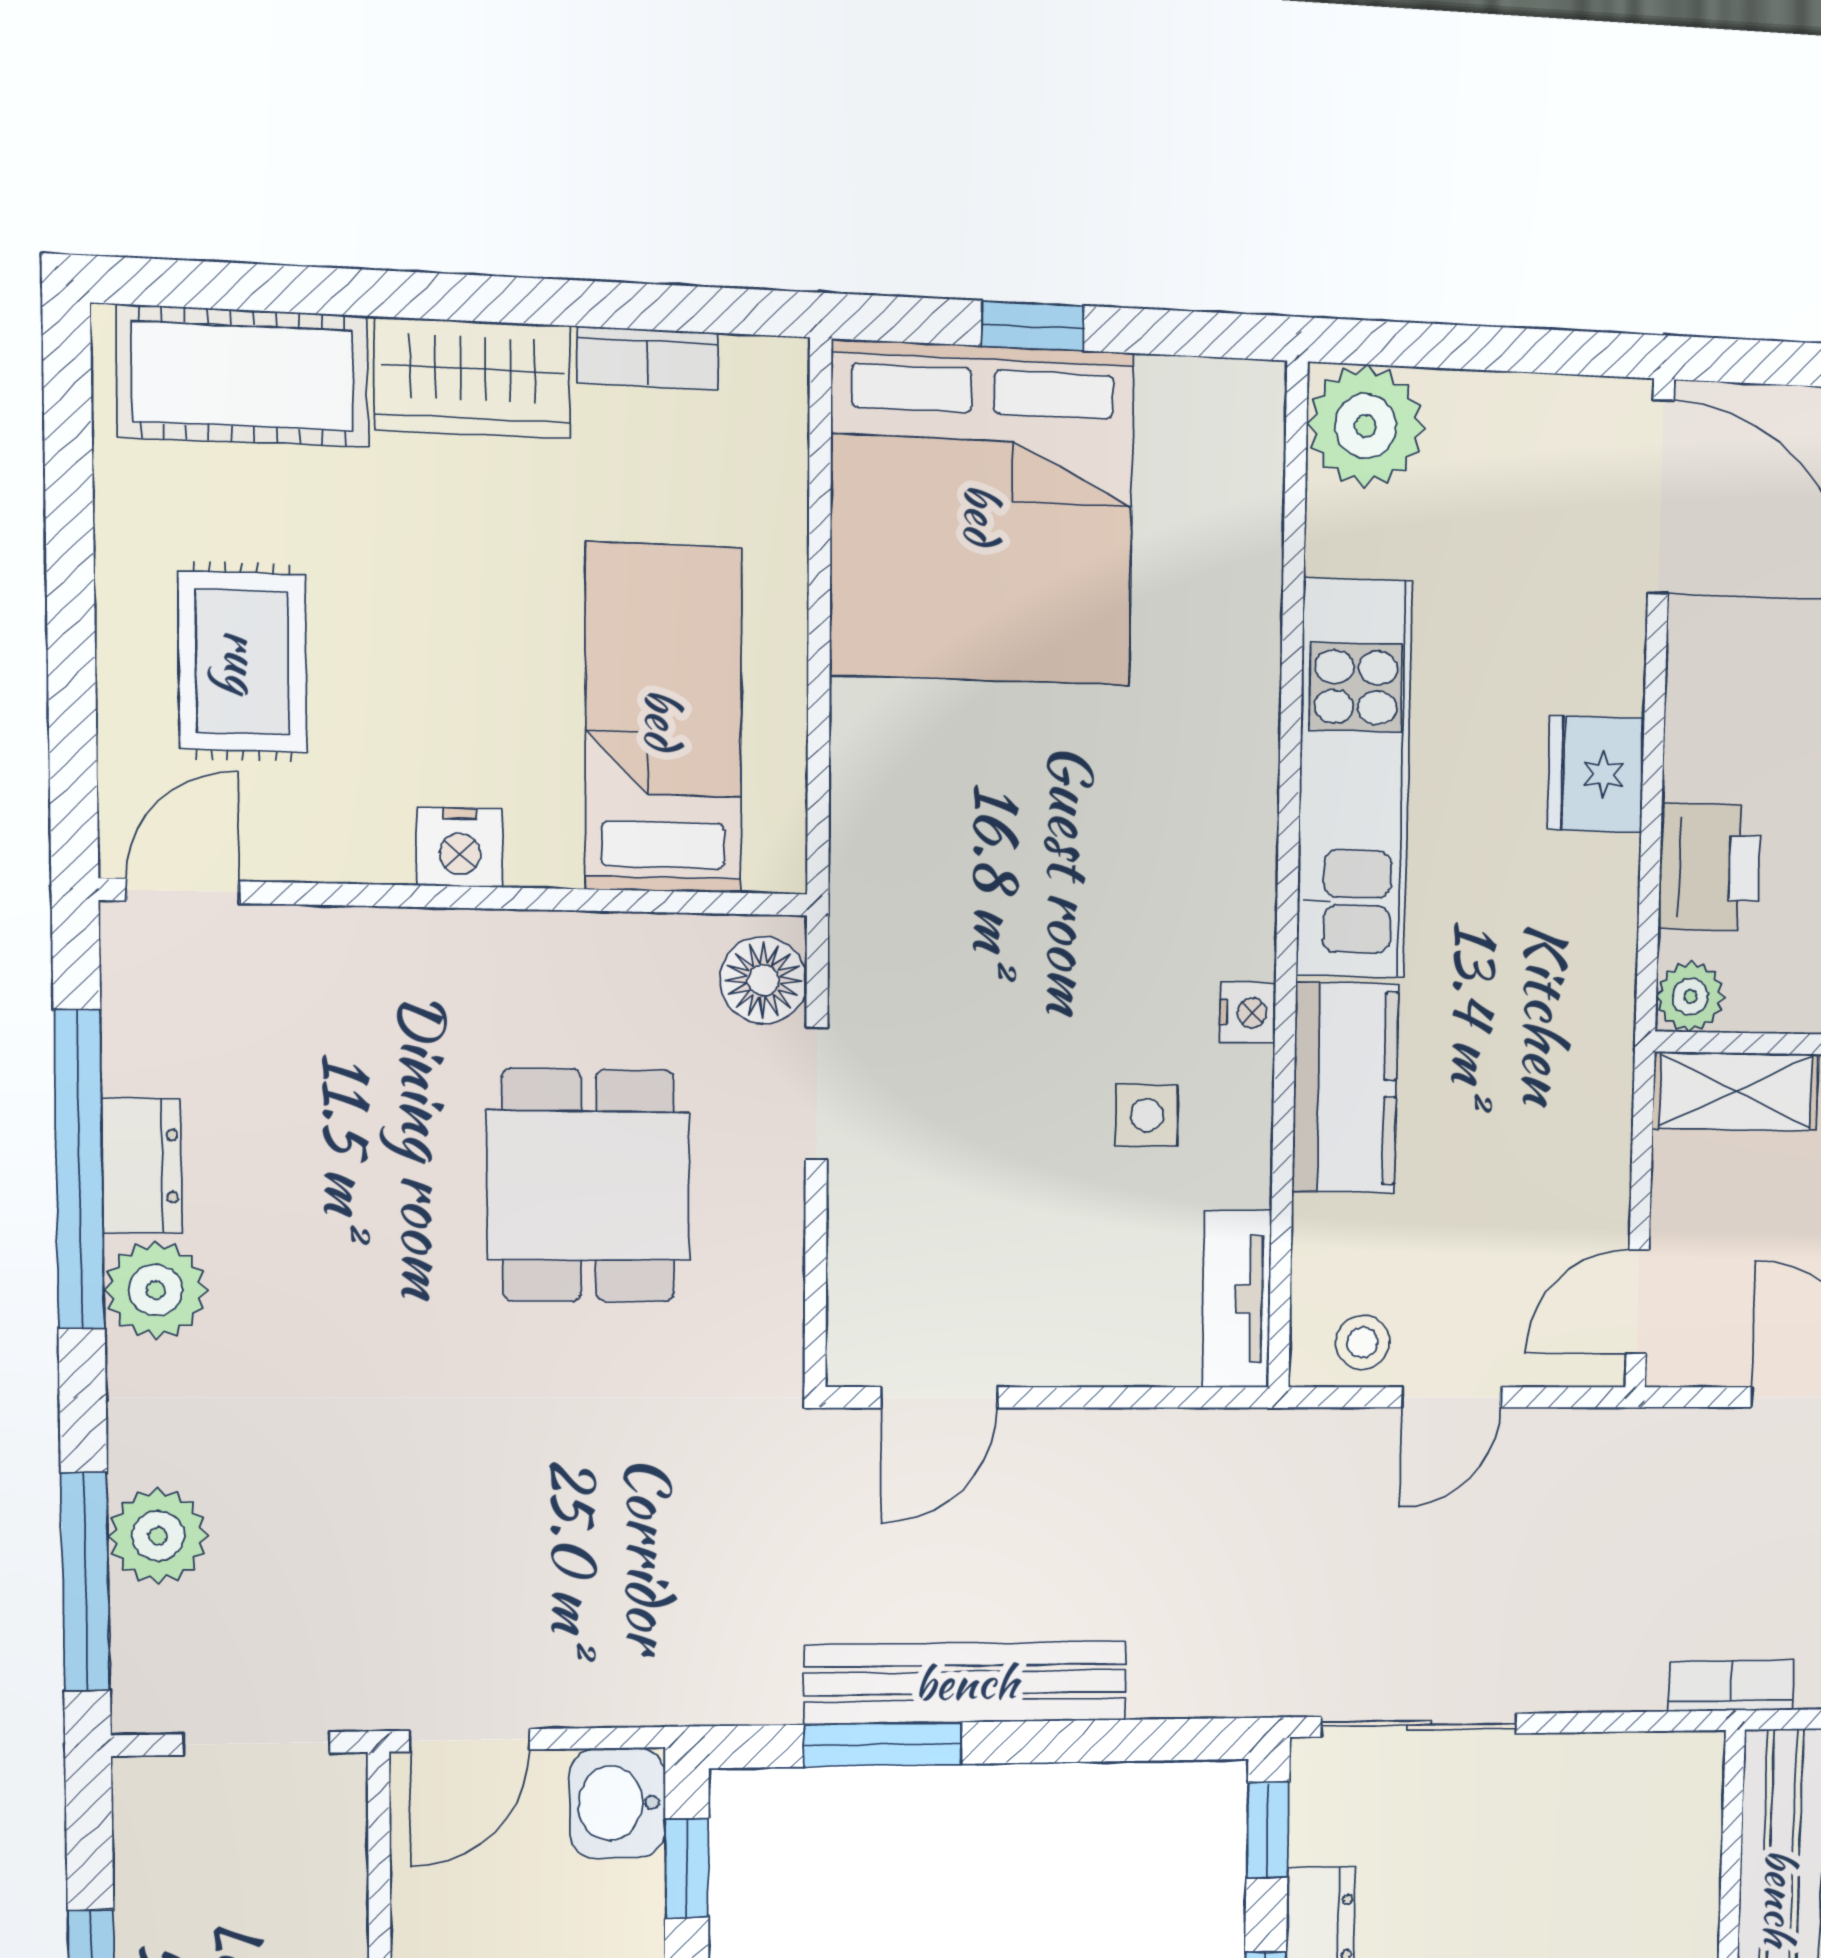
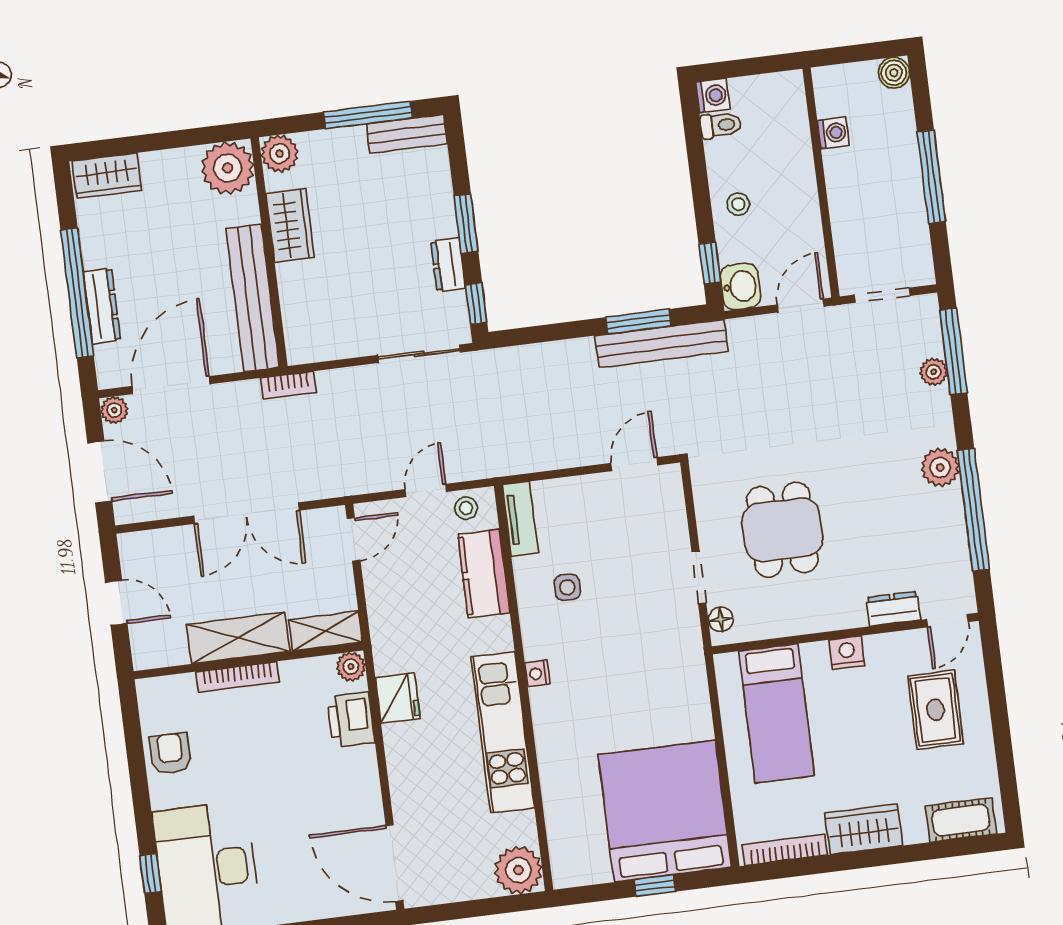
bookcase: (648, 358) -> (785, 850), width x1.56
cot: (243, 376) -> (961, 820), width x0.73, depth x0.75
fridge: (1596, 774) -> (398, 698), moved
floor lamp: (763, 980) -> (721, 619), width x0.73, depth x0.73
nightstand: (1248, 1013) -> (537, 674), moved
kitchen counter: (1345, 1088) -> (484, 574), moved
dresser: (142, 1166) -> (893, 609), moved, turned 90
plant: (158, 1536) -> (934, 372), width x0.73, depth x0.73
bench: (966, 1683) -> (661, 344), moved

